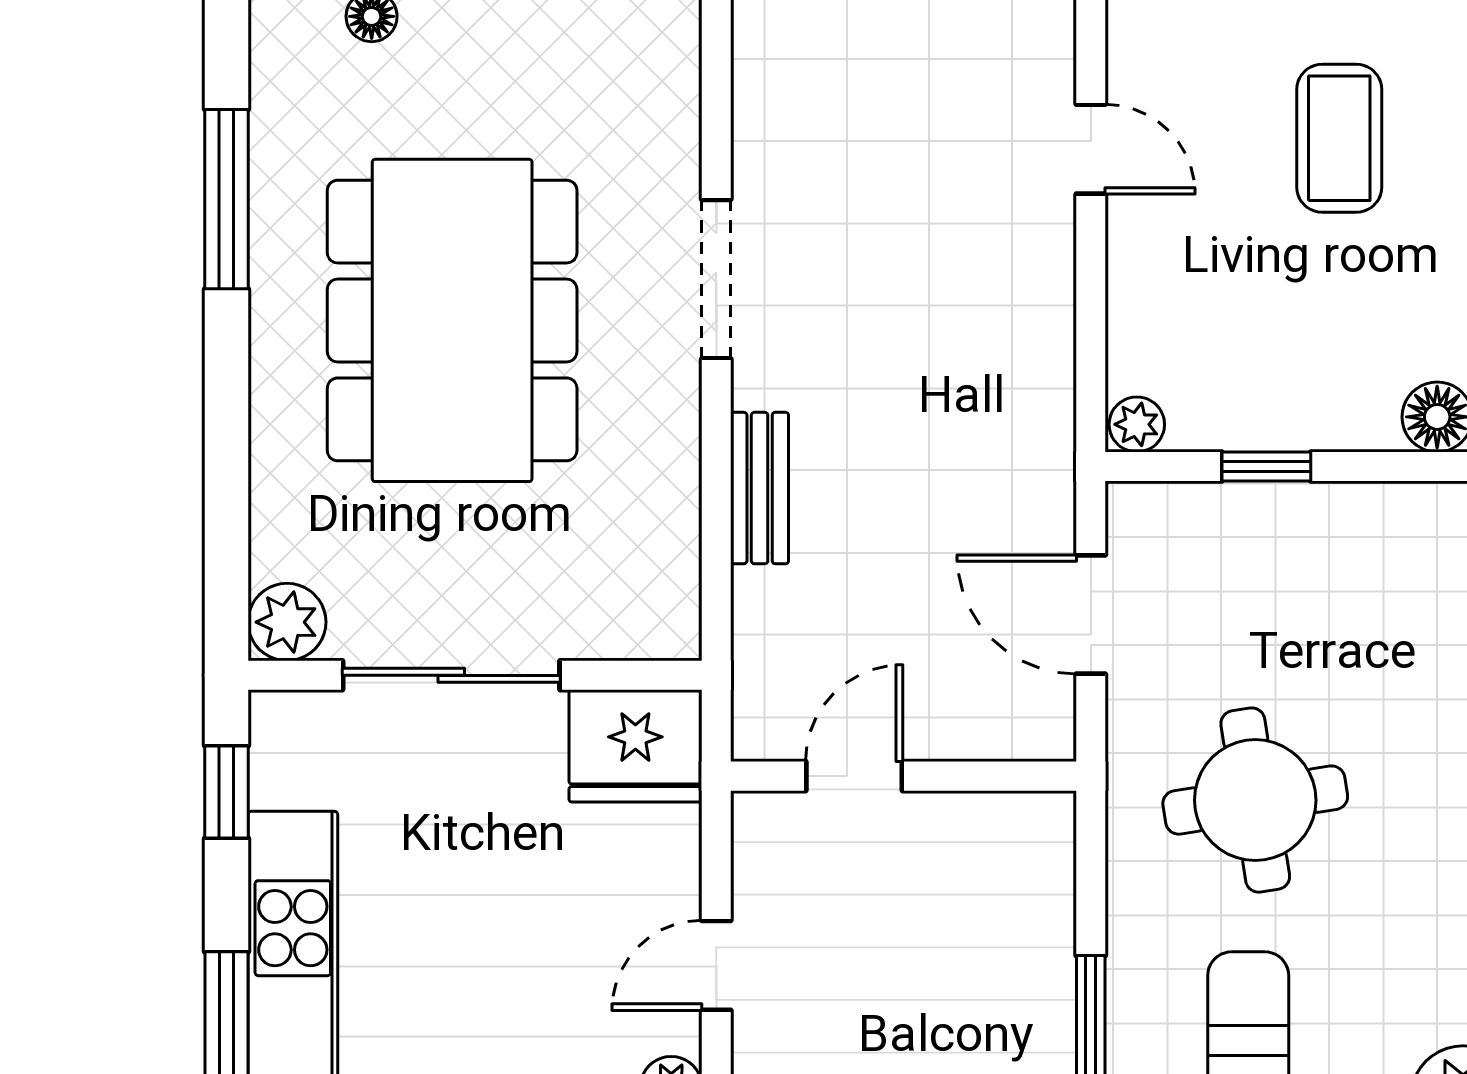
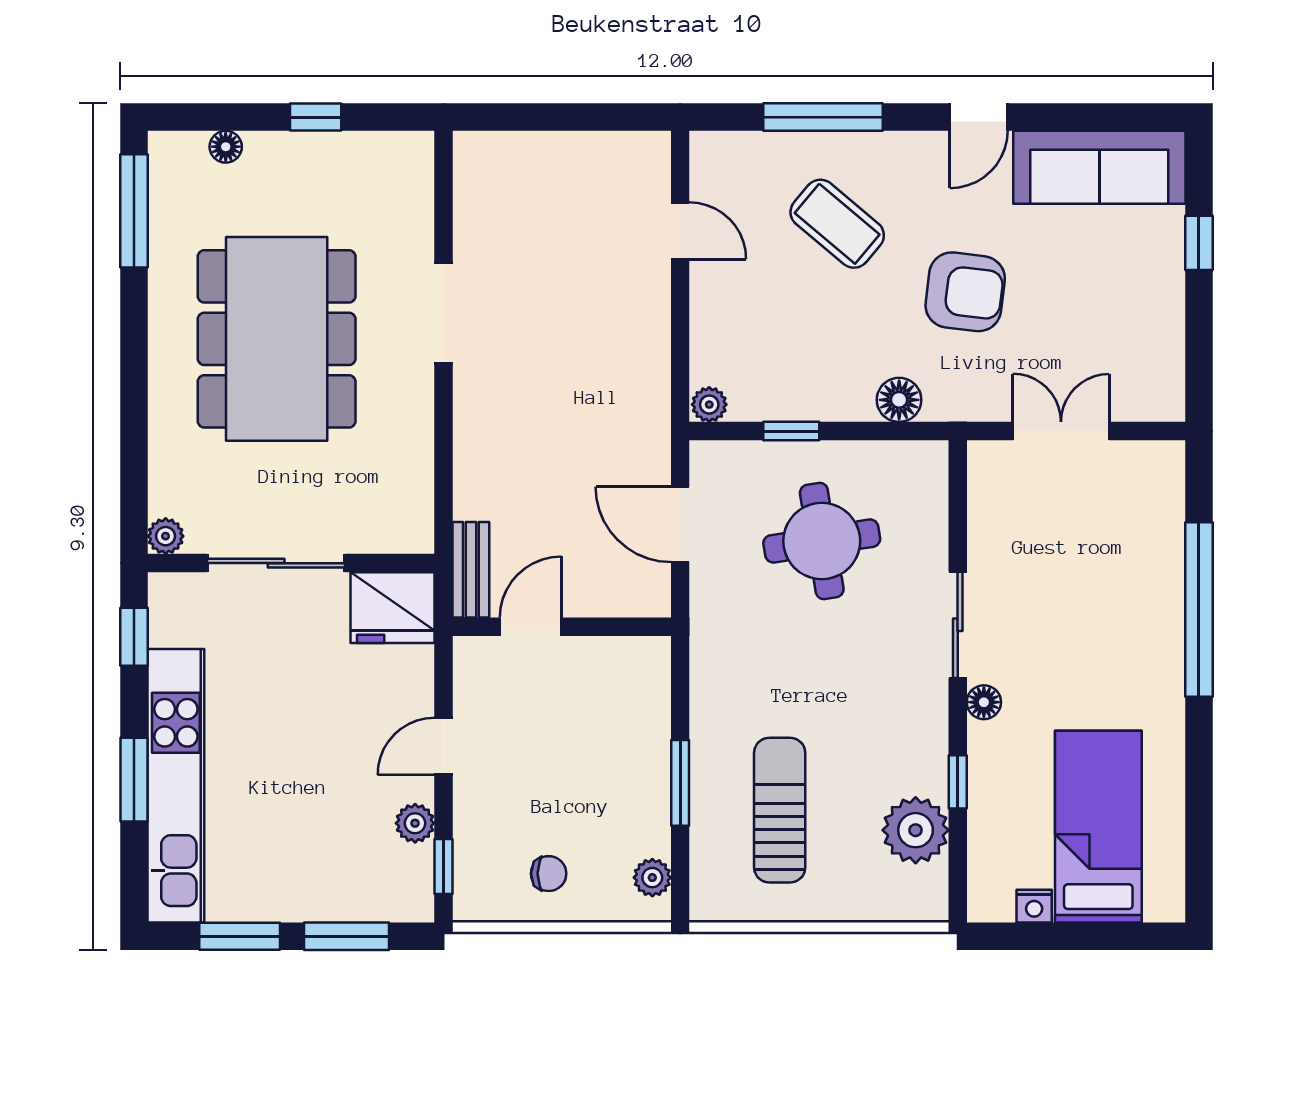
coffee table: (1339, 138) -> (837, 224), turned -50
window: (226, 199) -> (134, 211), moved
bench: (760, 488) -> (471, 570), moved
plant: (287, 622) -> (166, 536), width x0.73, depth x0.73
round table: (1255, 800) -> (822, 541), moved

